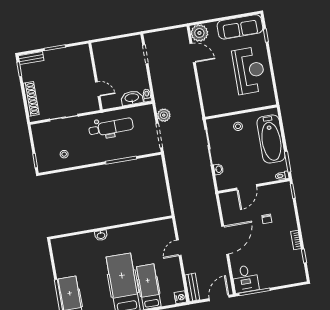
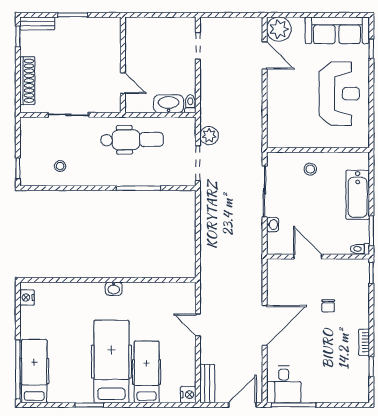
bathtub: (271, 139) -> (358, 195), width x0.73, depth x0.73
door: (247, 187) -> (308, 257), swing flipped
washbasin: (101, 235) -> (114, 289), moved
door: (179, 248) -> (198, 325), hinge flipped
nightstand: (57, 249) -> (27, 297), added

